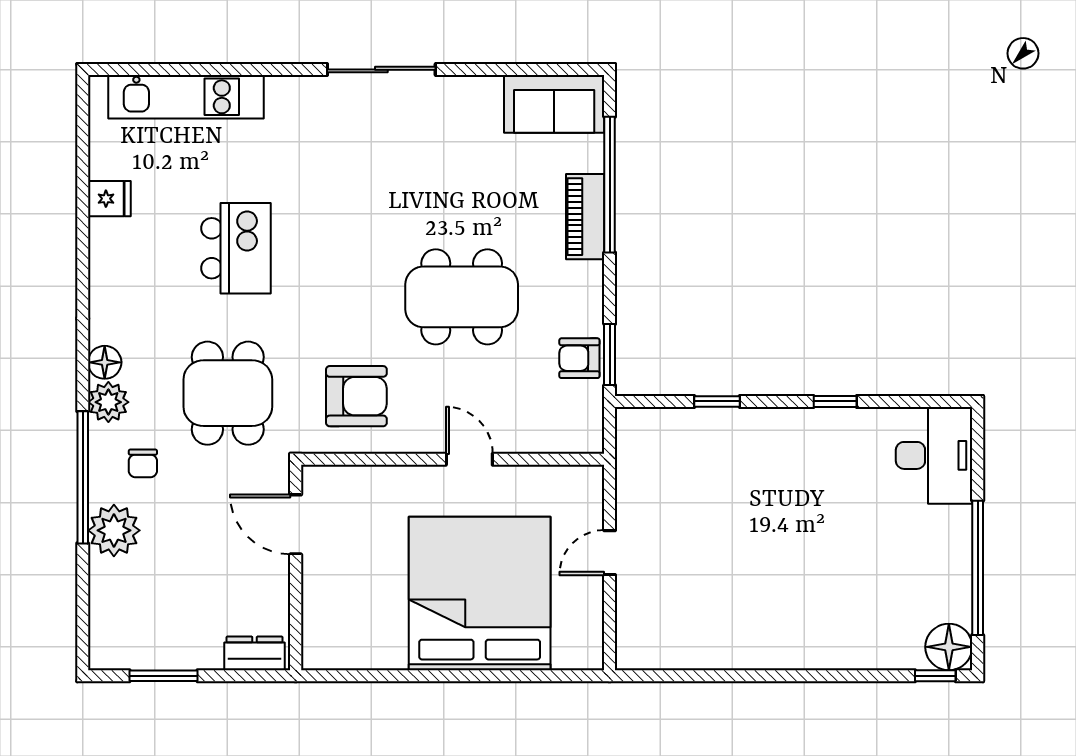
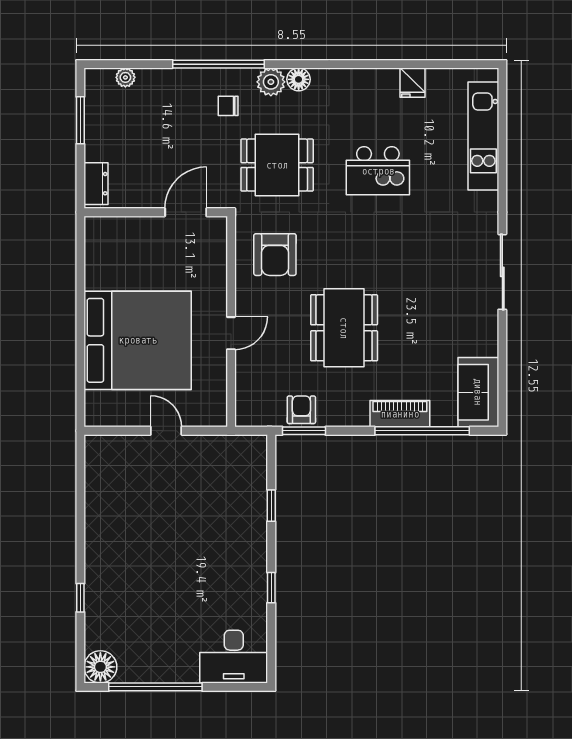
plant: (114, 530) -> (125, 77), moved, width x0.53, depth x0.53
window: (935, 676) -> (80, 598), moved

